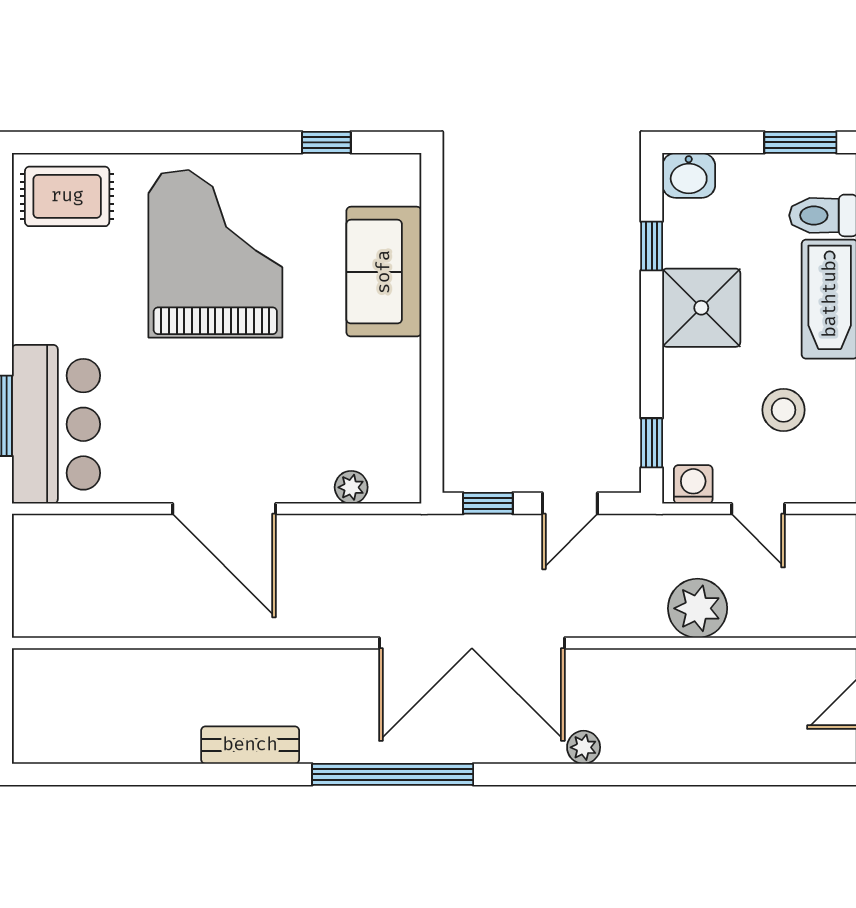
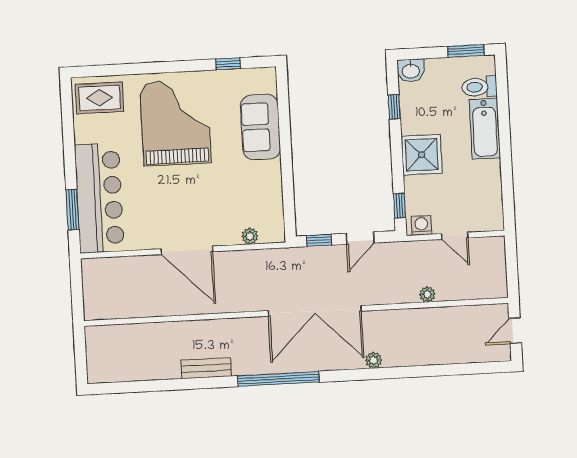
shower: (701, 308) -> (422, 155), moved
stool: (784, 410) -> (465, 186), removed
bar counter: (56, 424) -> (99, 198), width x1.36
plant: (698, 608) -> (427, 294), width x0.53, depth x0.53

